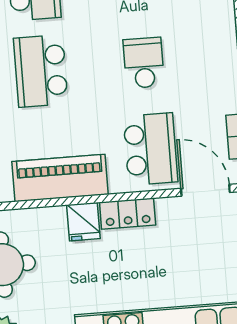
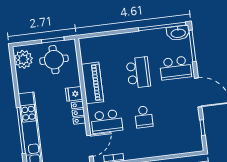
school desk: (144, 63) -> (144, 117), turned 90
school desk: (41, 71) -> (138, 73), turned 90

